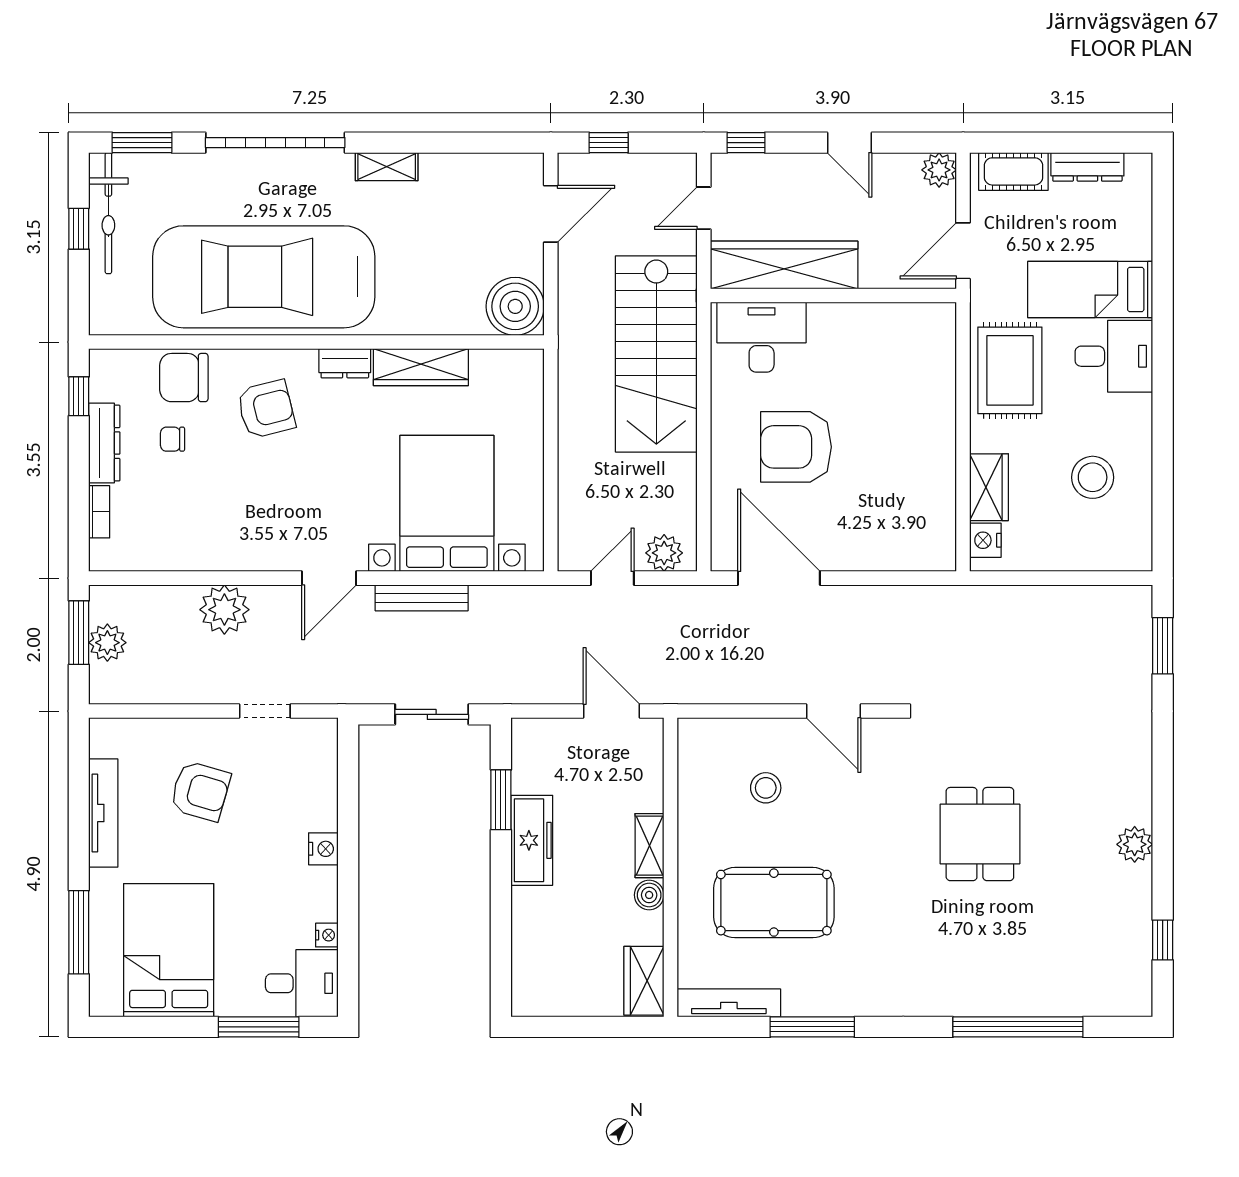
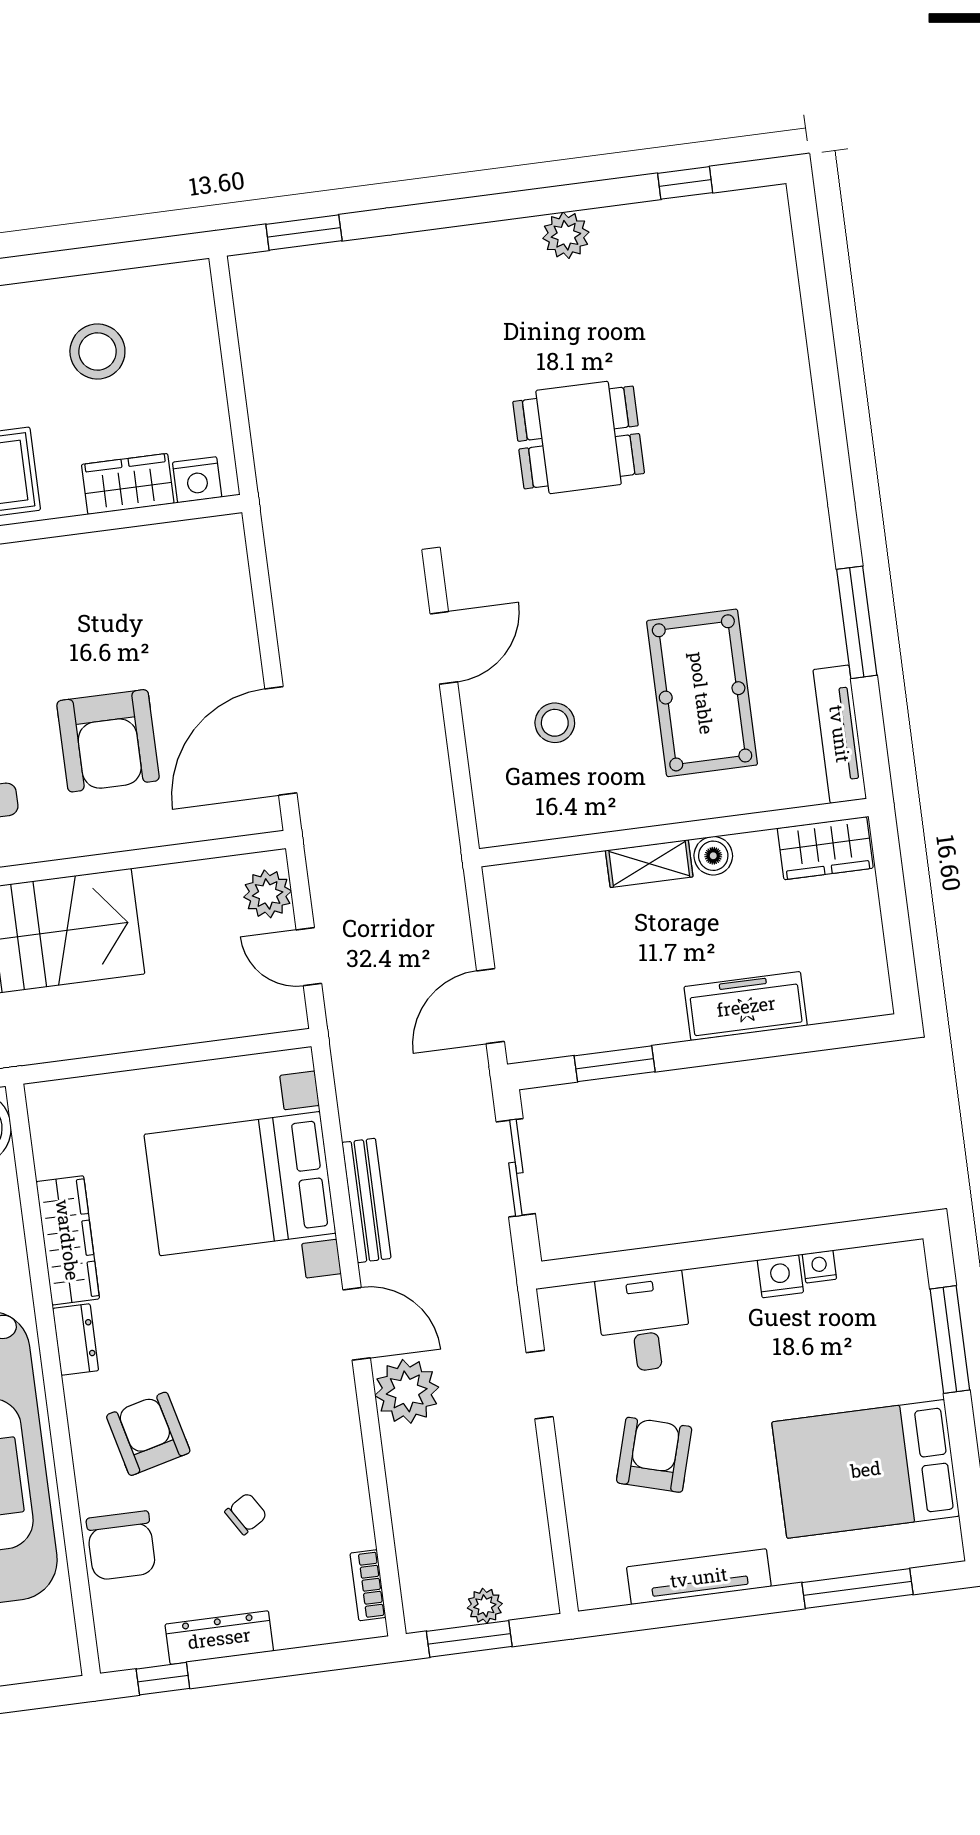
chair: (173, 439) -> (246, 1514), moved, turned -122
bookcase: (99, 512) -> (368, 1585), moved, turned -90
plant: (224, 610) -> (407, 1391), moved
plant: (107, 643) -> (485, 1606), width x0.73, depth x0.73
door: (611, 711) -> (490, 1006), moved
freezer: (532, 840) -> (746, 1006), moved
nightstand: (323, 849) -> (780, 1276), moved
desk: (302, 983) -> (644, 1322), moved
window: (1018, 1027) -> (822, 356), removed

